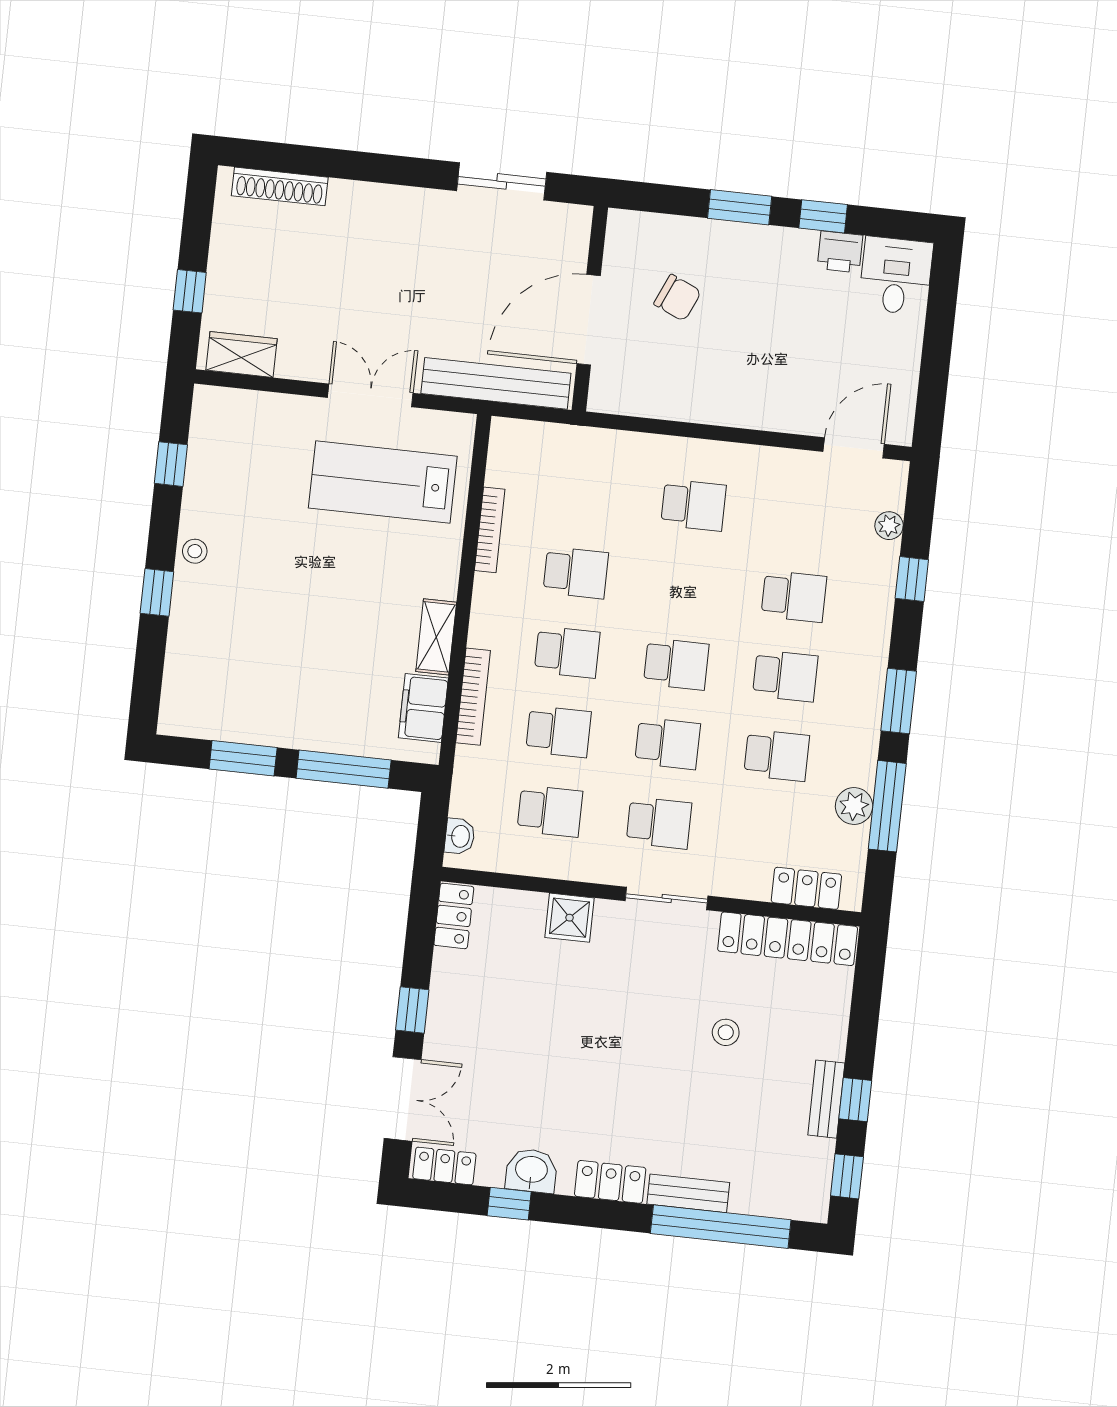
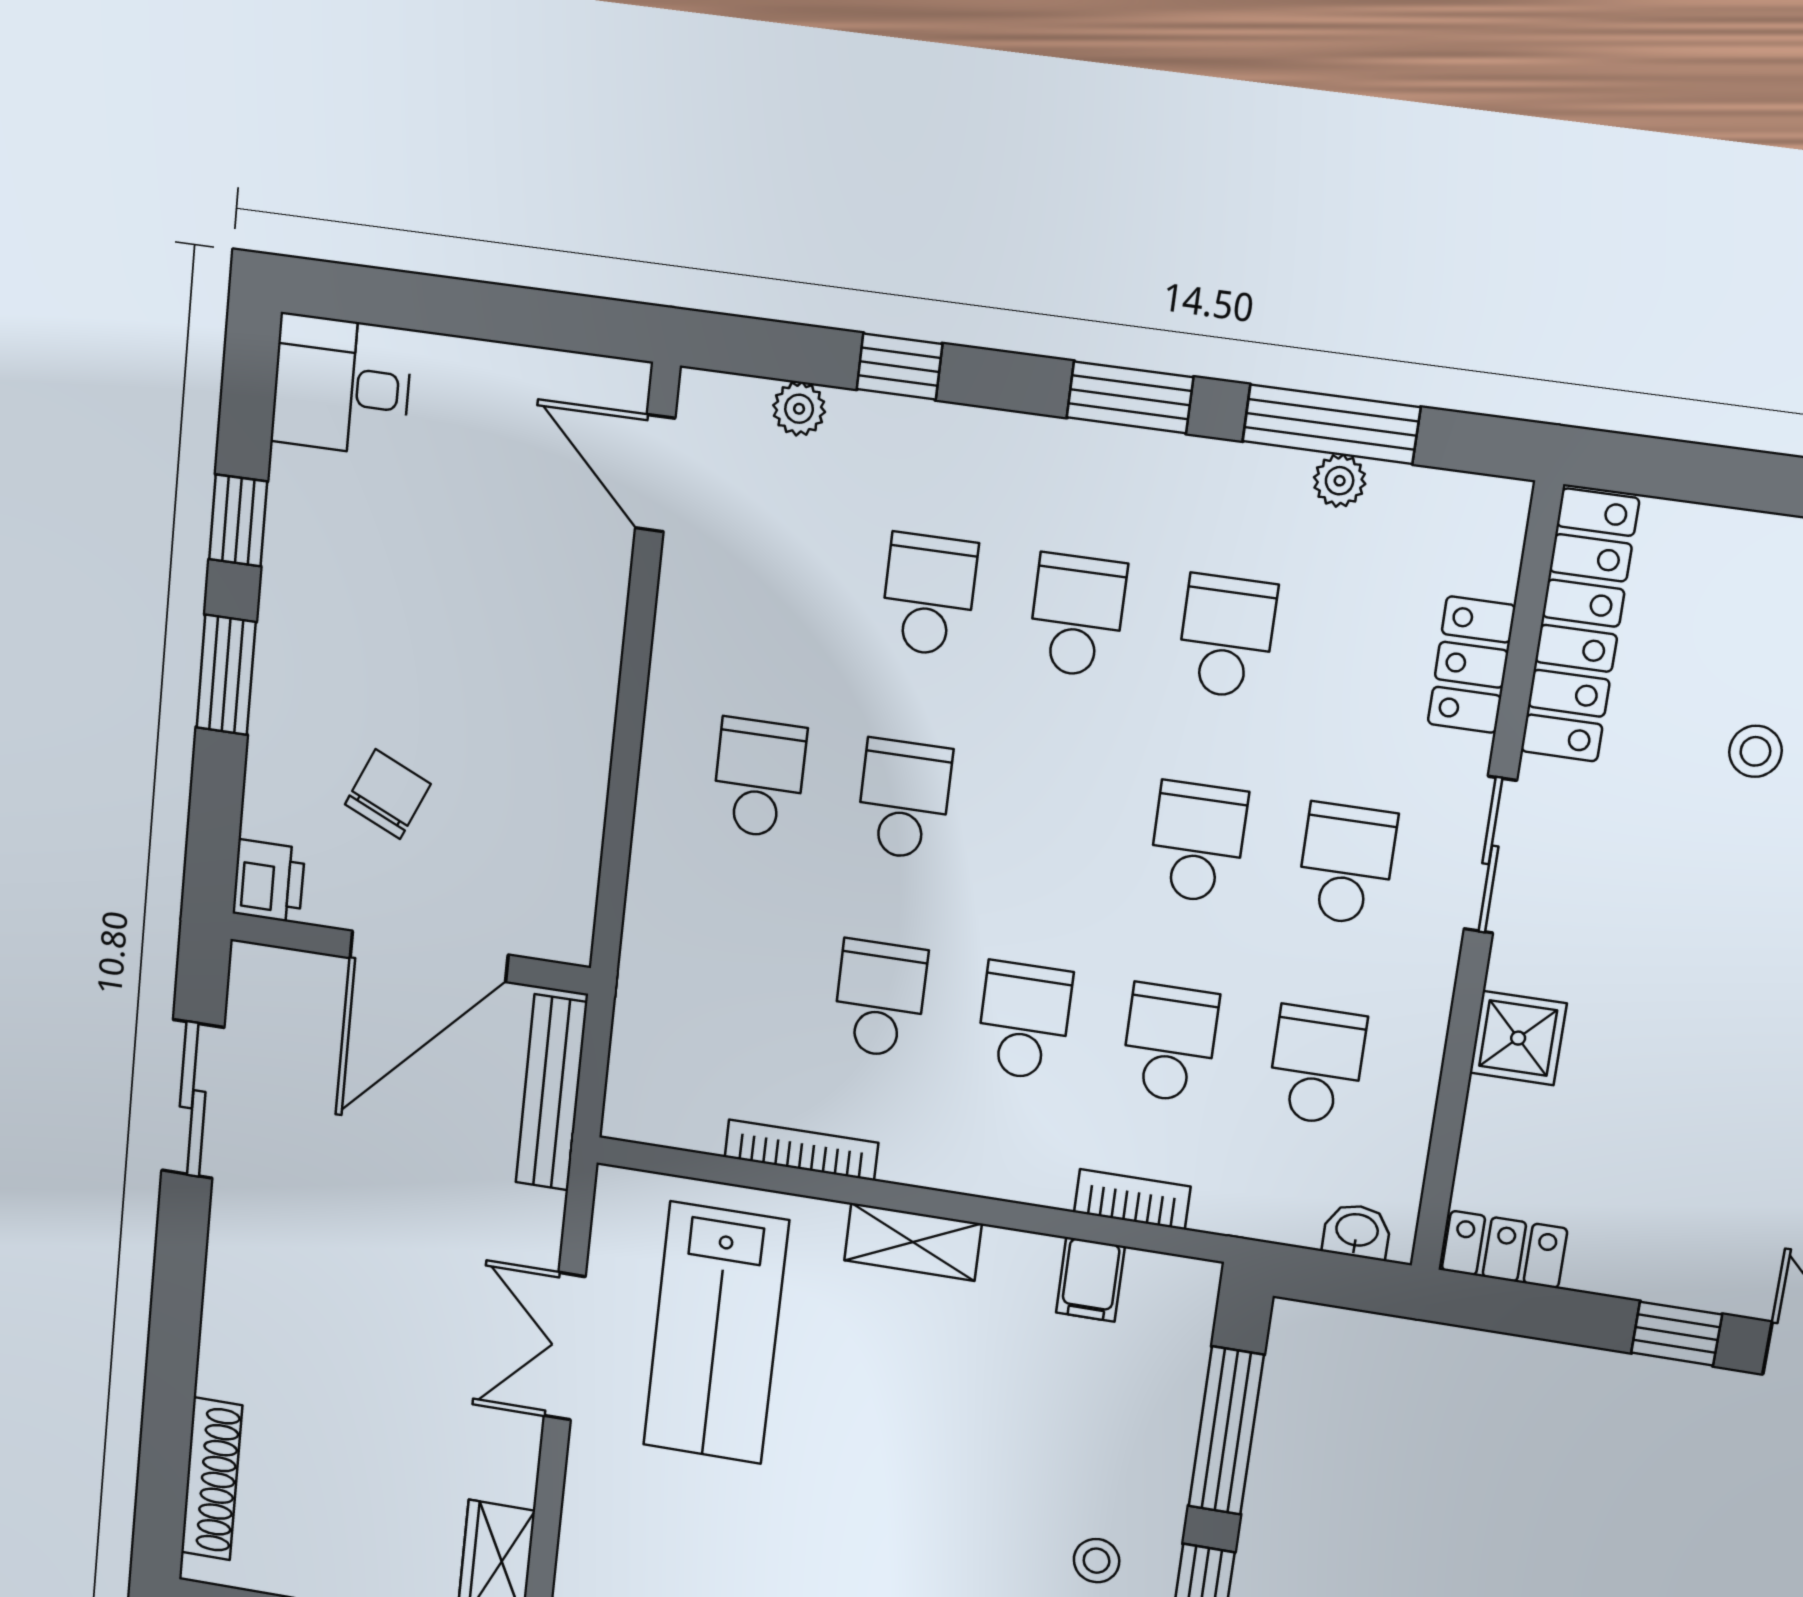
printer: (840, 252) -> (269, 881), moved
door: (589, 320) -> (429, 956), hinge flipped
bench: (496, 383) -> (551, 1093), width x0.73, depth x0.82
shelving: (436, 637) -> (913, 1242), moved
school desk: (676, 664) -> (904, 799), moved
bookcase: (473, 697) -> (1132, 1199), width x0.64
stool: (264, 699) -> (1097, 1561), added
filing cabinet: (423, 708) -> (1090, 1279), width x0.50
plant: (854, 806) -> (1340, 481), width x0.73, depth x0.73
locker: (806, 888) -> (1471, 665), moved

